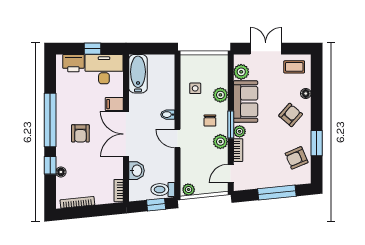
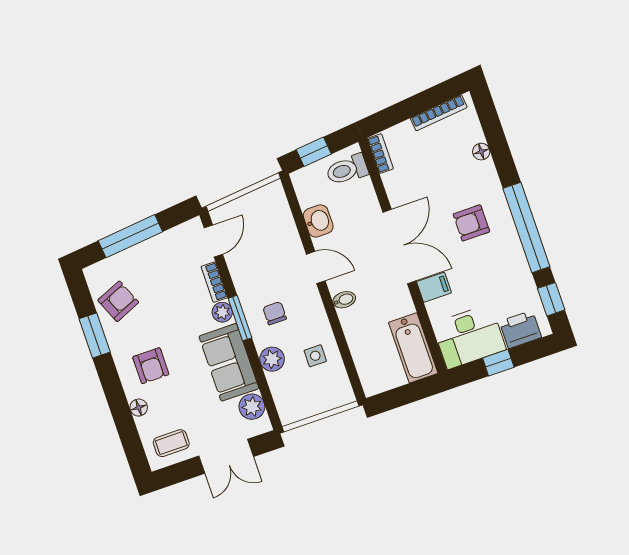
armchair: (291, 115) -> (151, 366), turned -41
armchair: (80, 133) -> (471, 223), turned -90
plant: (220, 142) -> (247, 286), removed
window: (50, 165) -> (551, 299), moved
washbasin: (136, 171) -> (318, 221), moved, turned 180
toilet: (163, 190) -> (347, 170), moved, turned 180
plant: (189, 190) -> (271, 193), removed

